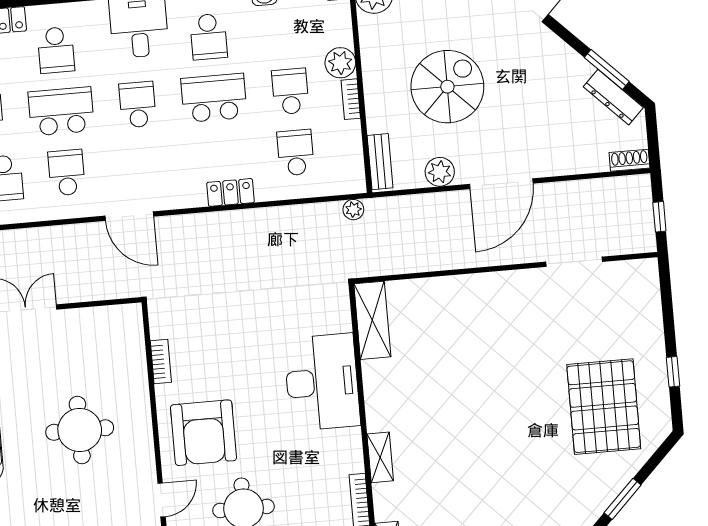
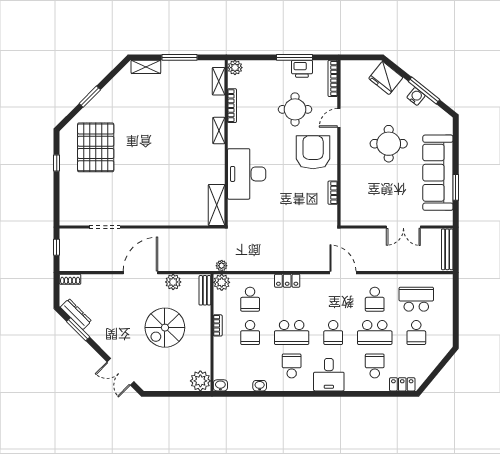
plant: (340, 63) -> (222, 282), moved
round table: (80, 430) -> (389, 144), moved

